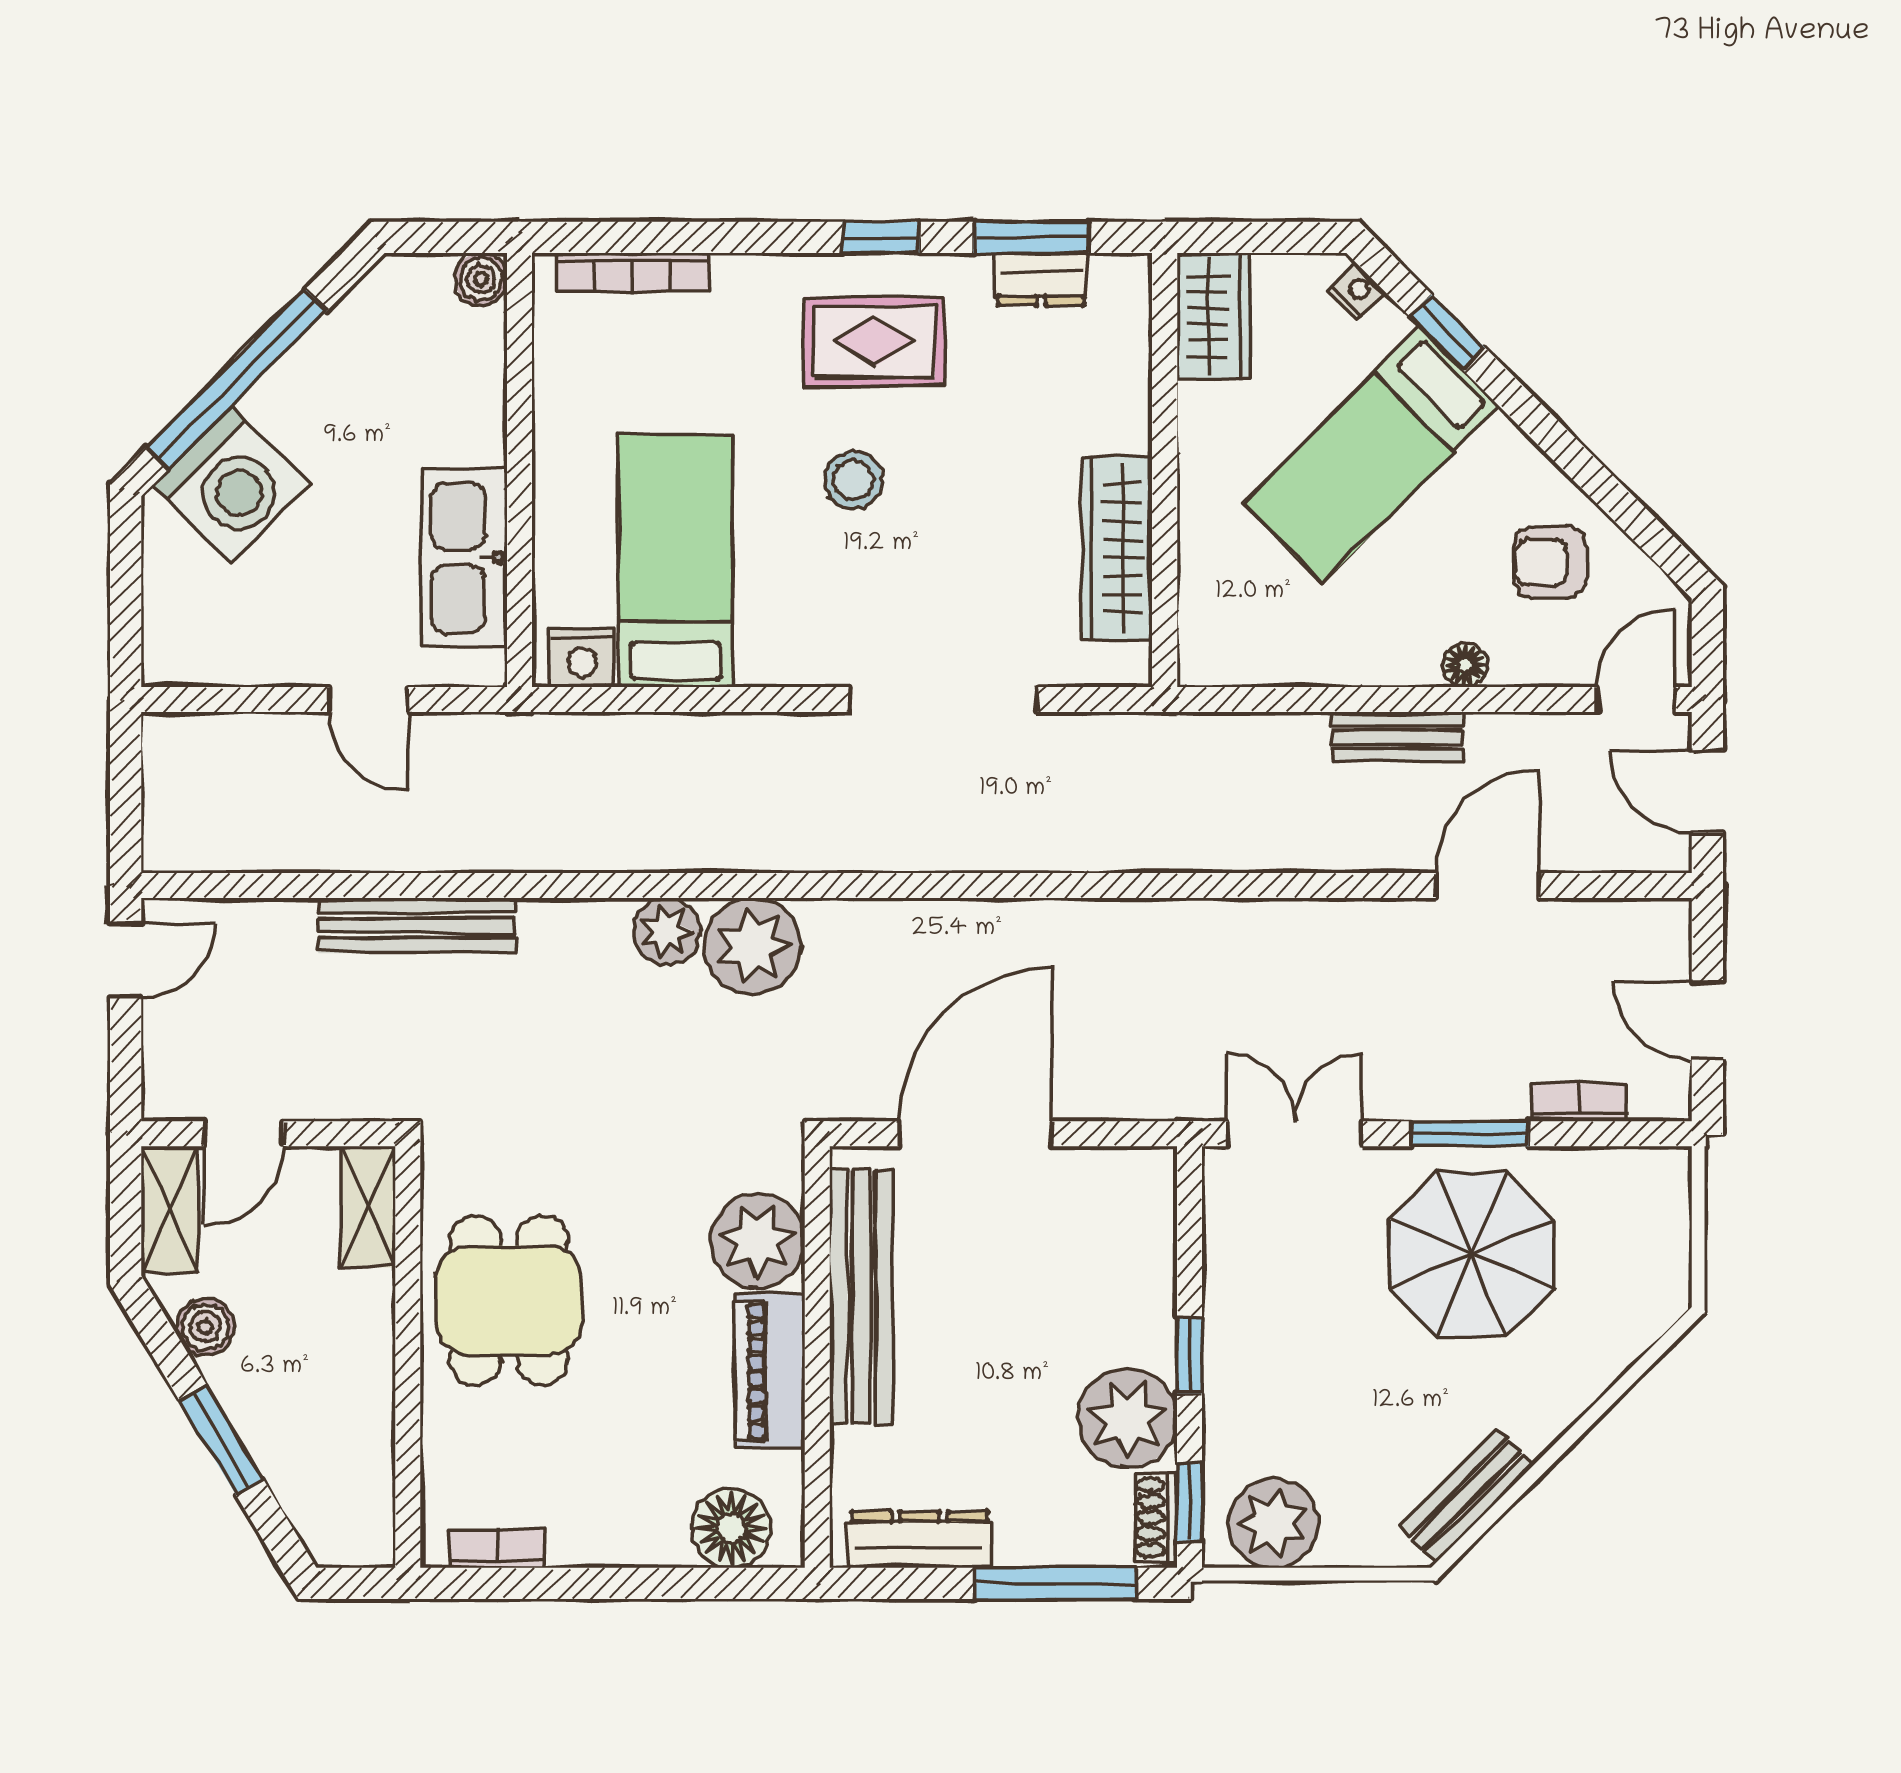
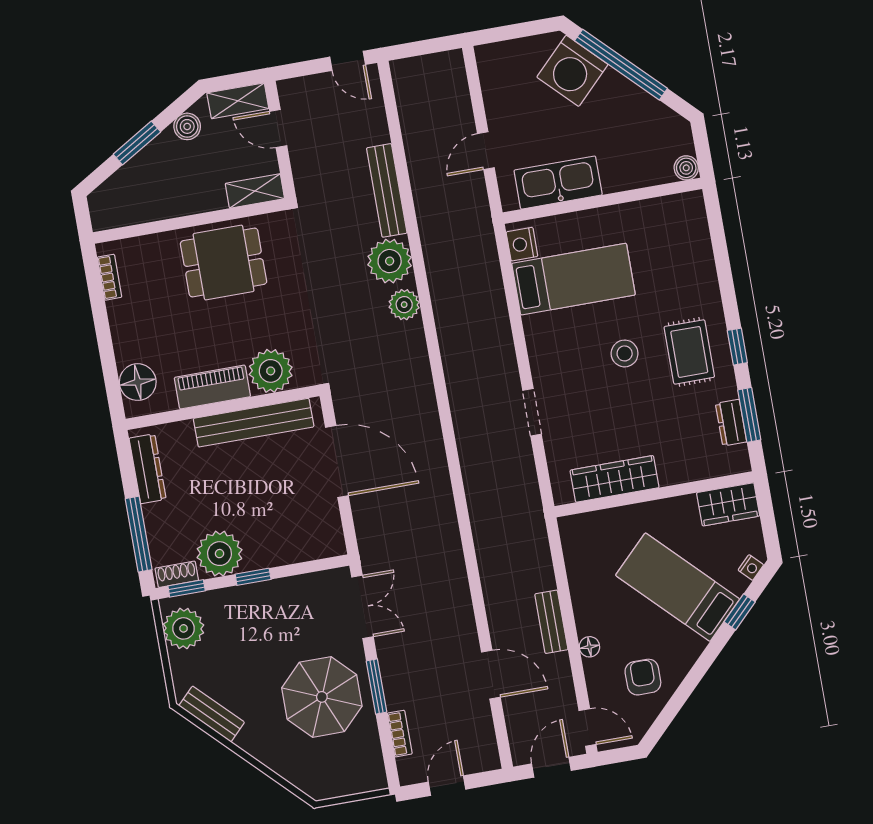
bookcase: (632, 272) -> (701, 236), removed
doorway: (944, 699) -> (532, 412), width x0.53
plant: (753, 946) -> (390, 261), moved

